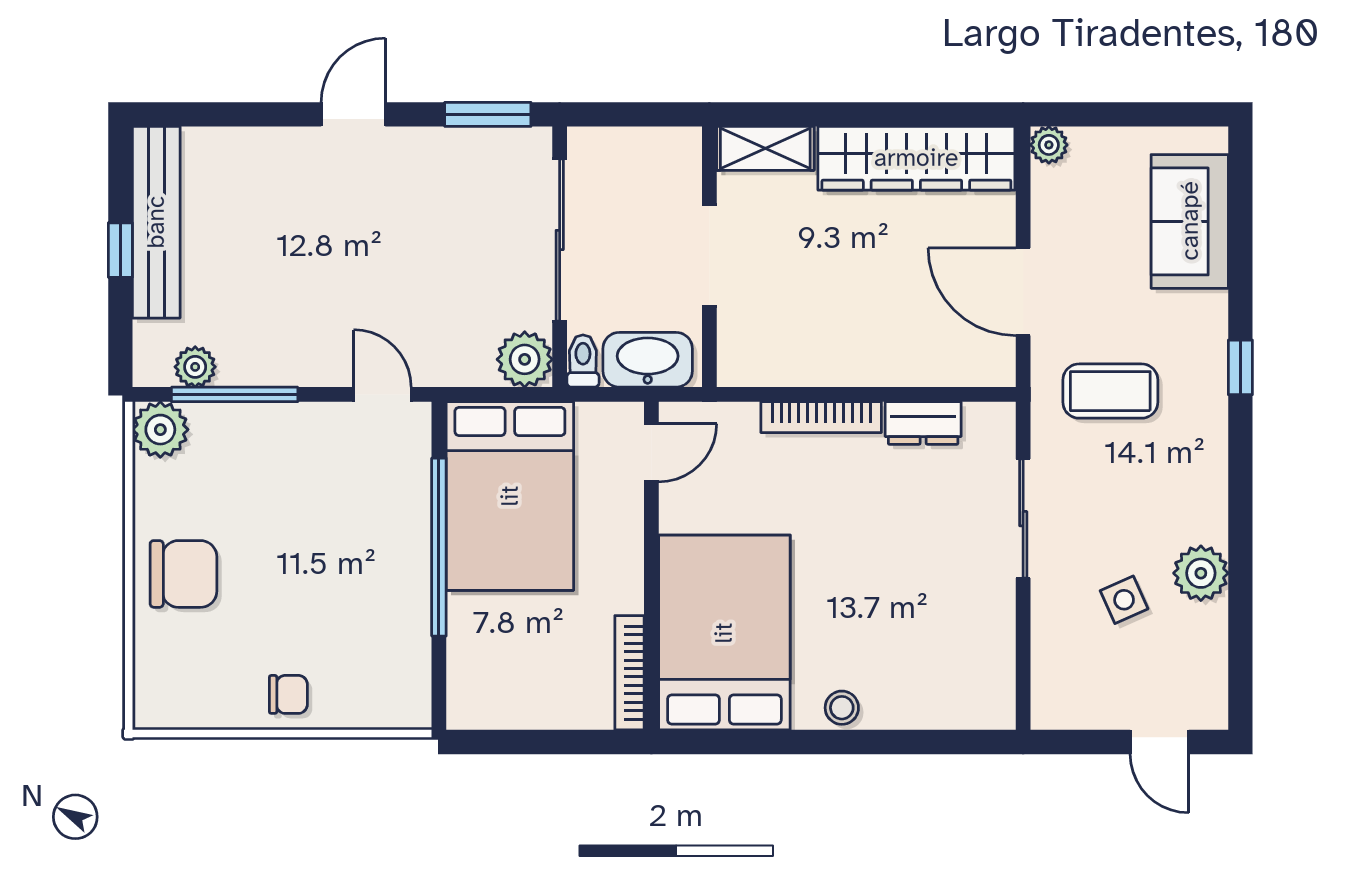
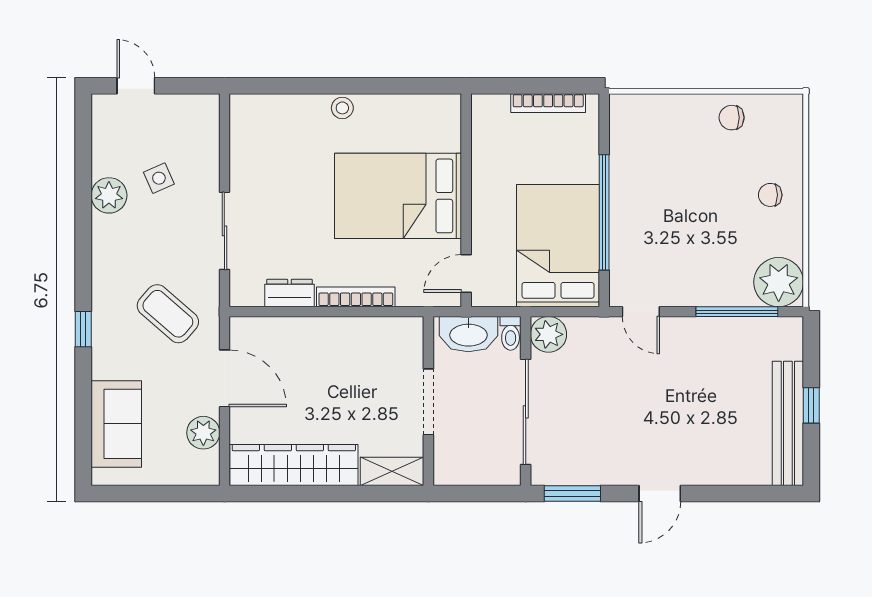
plant: (1049, 145) -> (203, 433), moved, width x1.38, depth x1.38
plant: (195, 367) -> (763, 329), removed
coffee table: (1110, 391) -> (168, 314), turned 41
plant: (160, 430) -> (779, 282), width x1.36, depth x1.36
chair: (183, 574) -> (770, 195), width x0.54, depth x0.54
bed: (724, 633) -> (398, 196), moved, turned 90
bookcase: (630, 673) -> (548, 103), moved, turned 90
chair: (288, 694) -> (732, 118), moved

